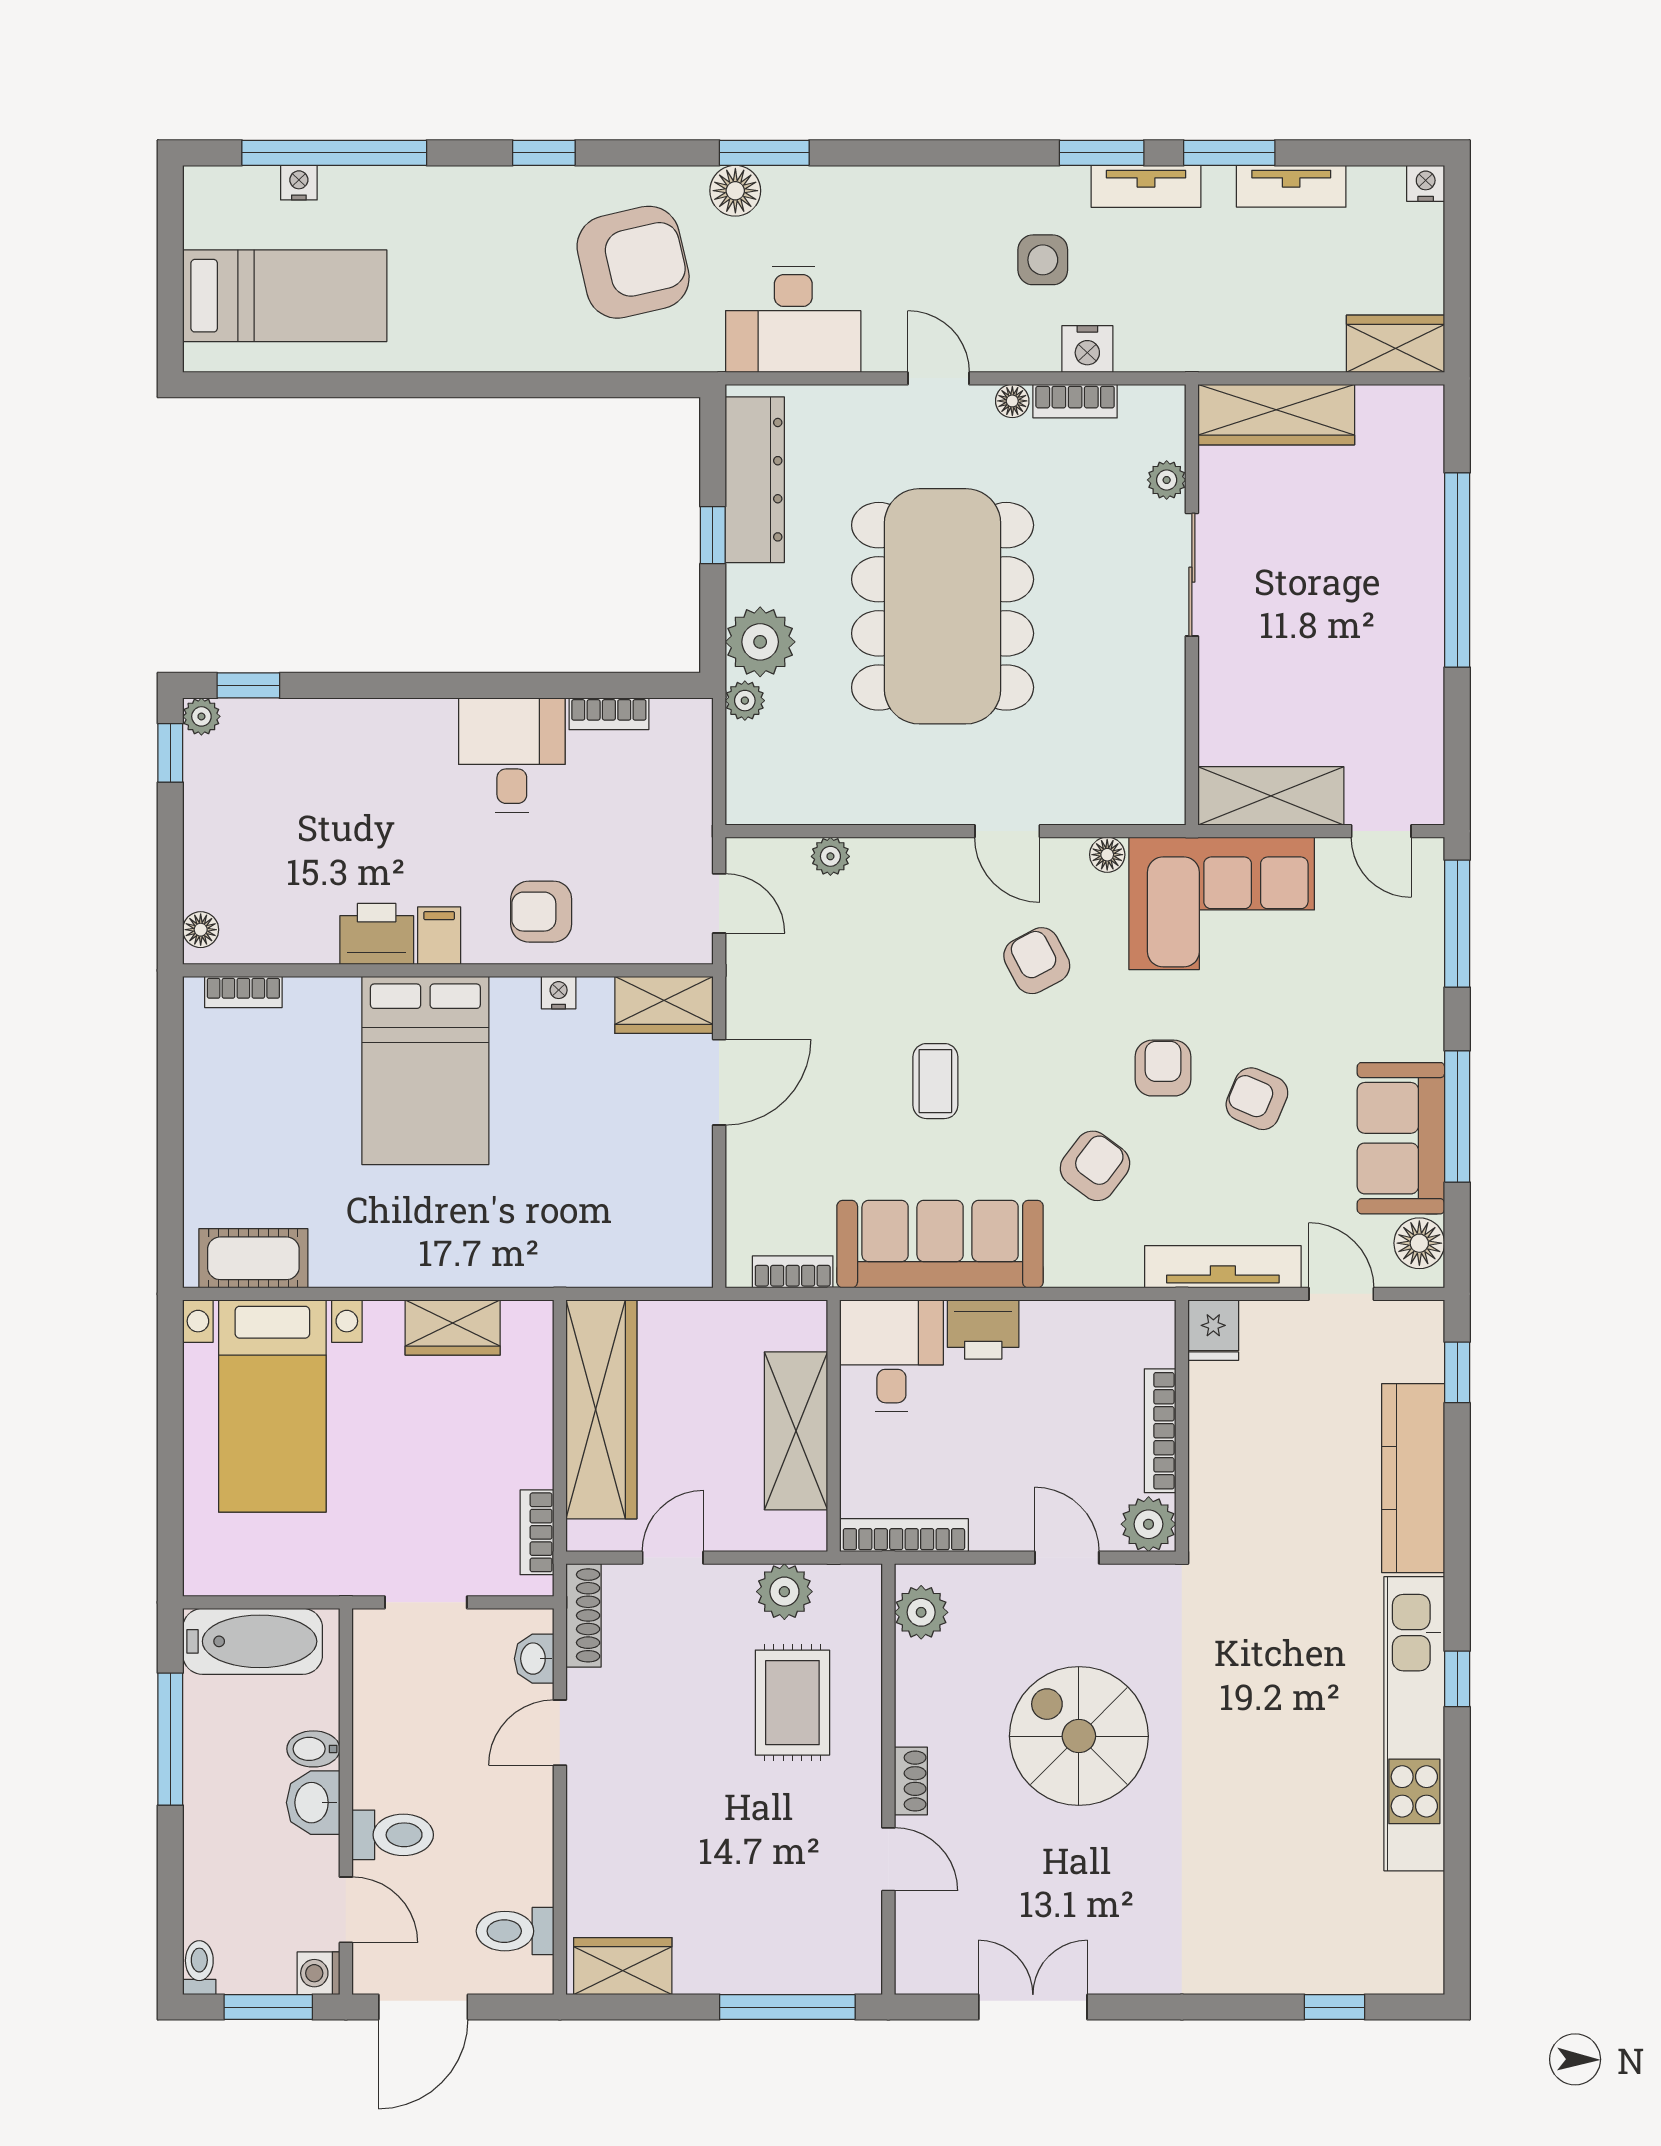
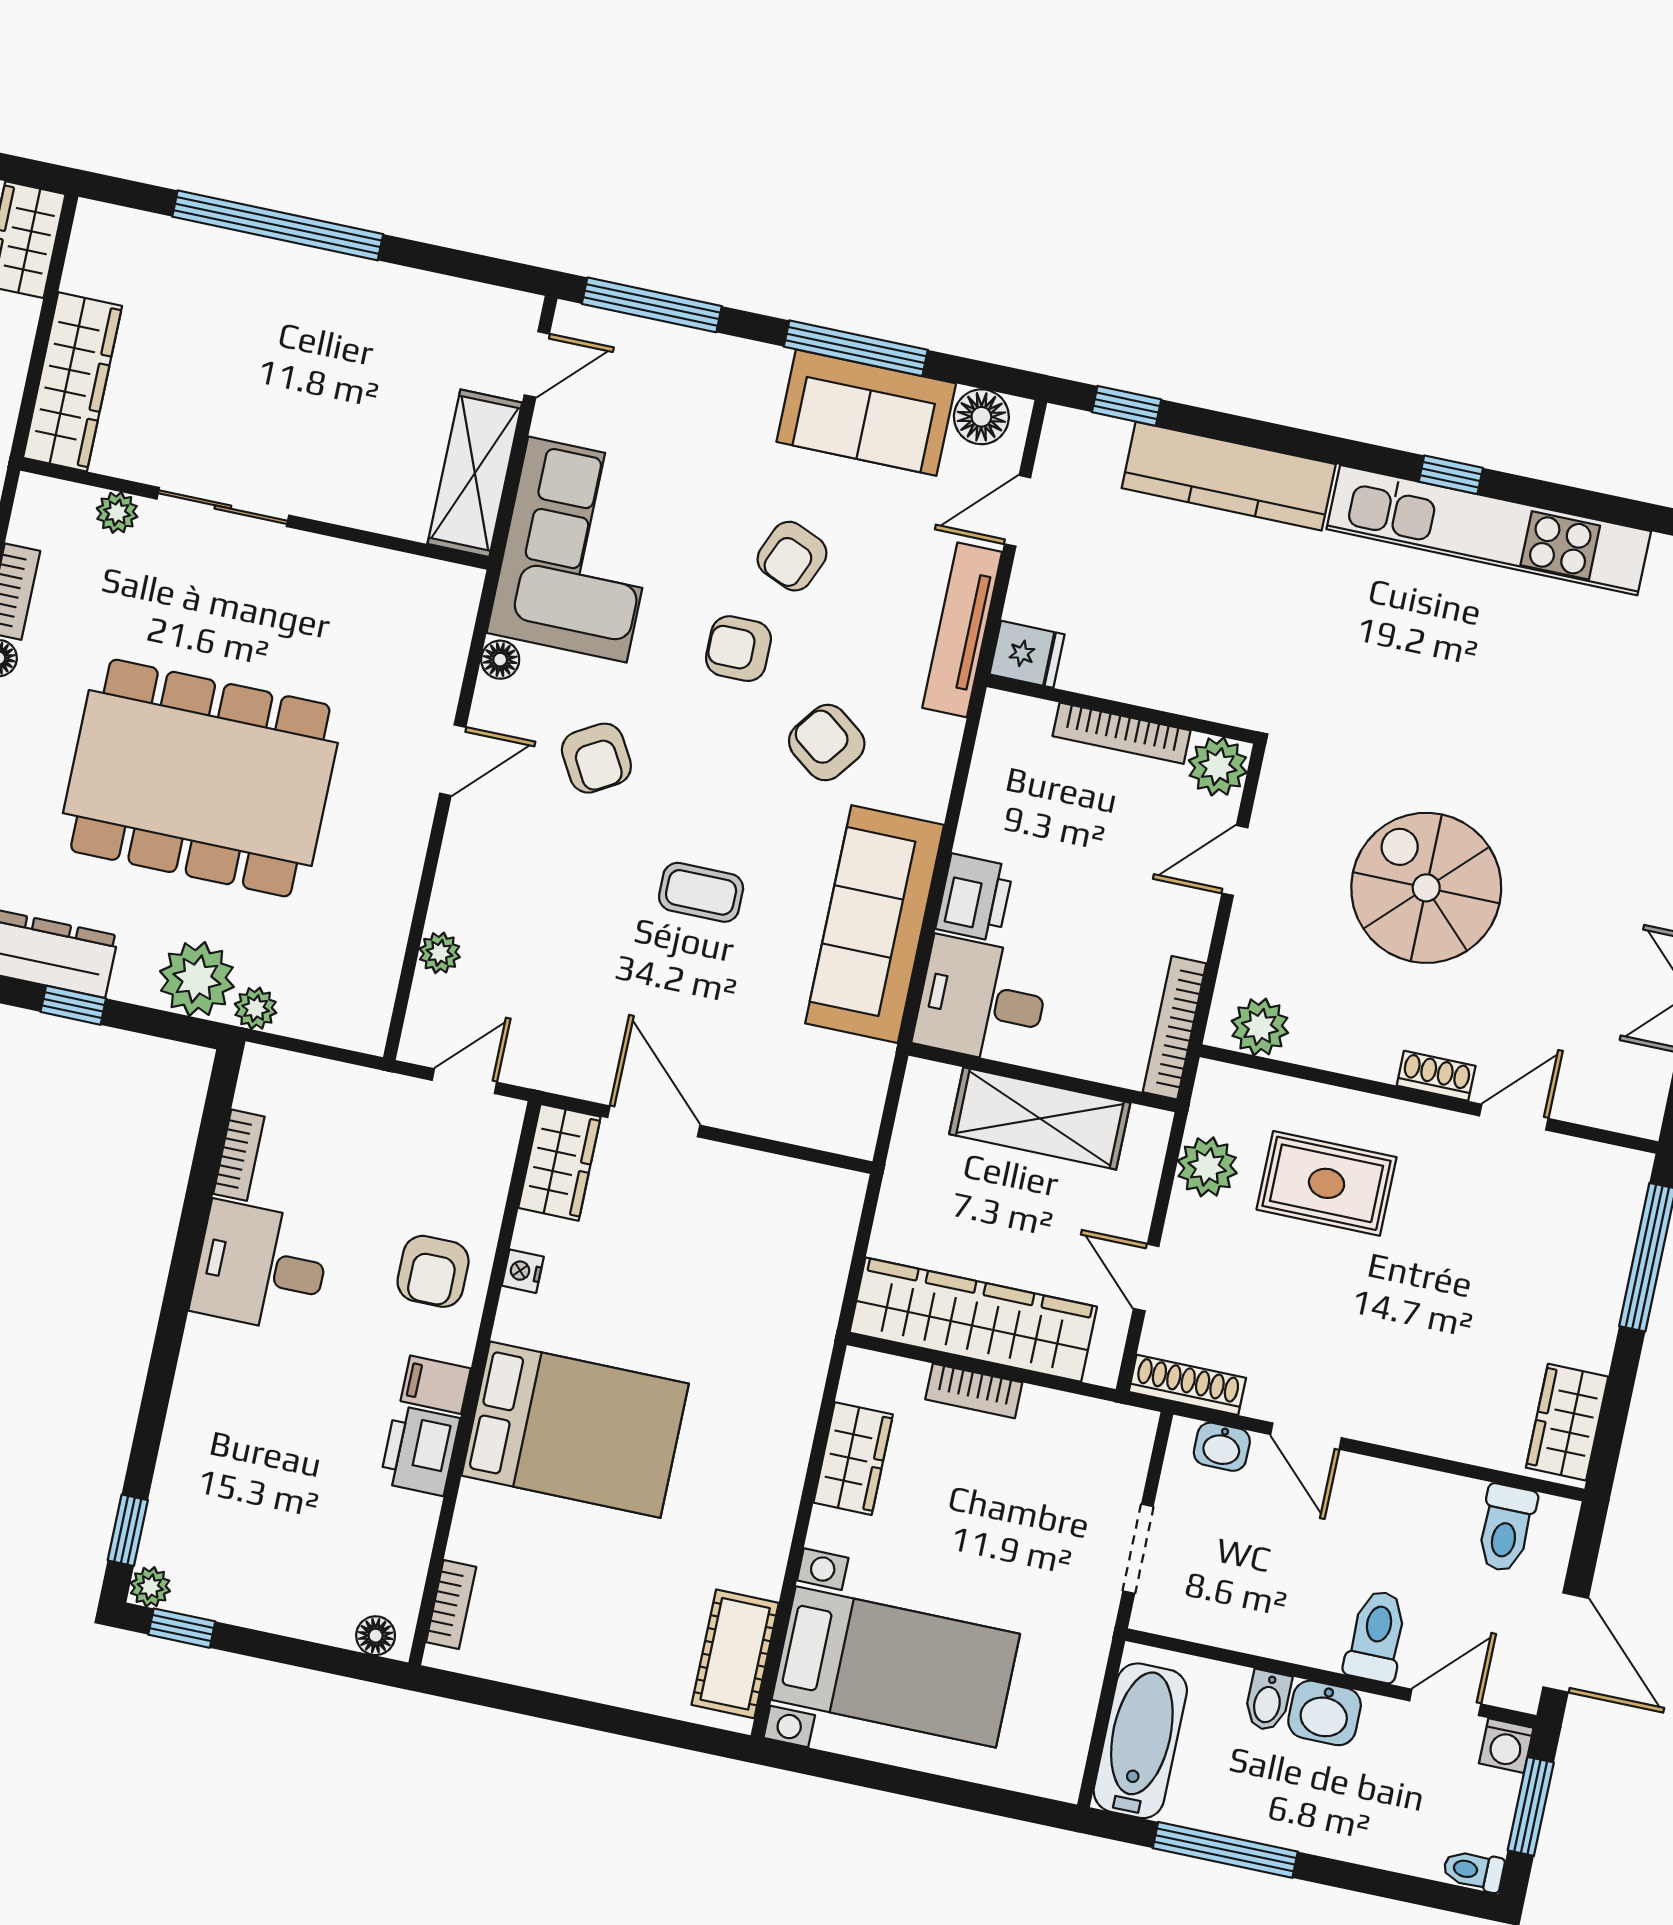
armchair: (1037, 961) -> (596, 758), turned -92
bookcase: (793, 1272) -> (871, 1086), removed
bookcase: (537, 1532) -> (974, 1391), moved
spiral stairs: (1079, 1736) -> (1426, 888), turned 90

